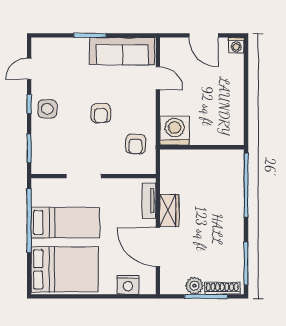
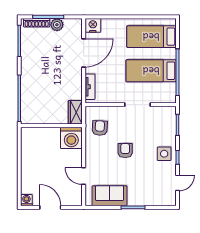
sofa: (122, 51) -> (110, 196), width x0.73
wardrobe: (169, 211) -> (75, 112), moved
door: (158, 247) -> (84, 53), hinge flipped
bed: (65, 269) -> (151, 37), width x0.67
nightstand: (128, 285) -> (93, 25), moved

